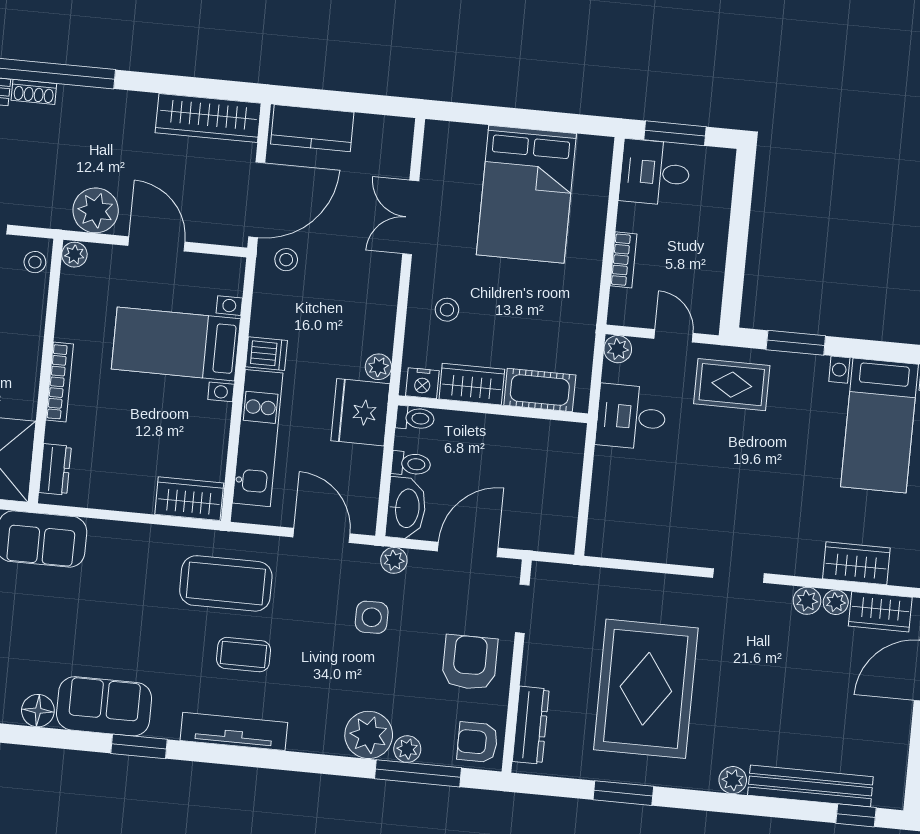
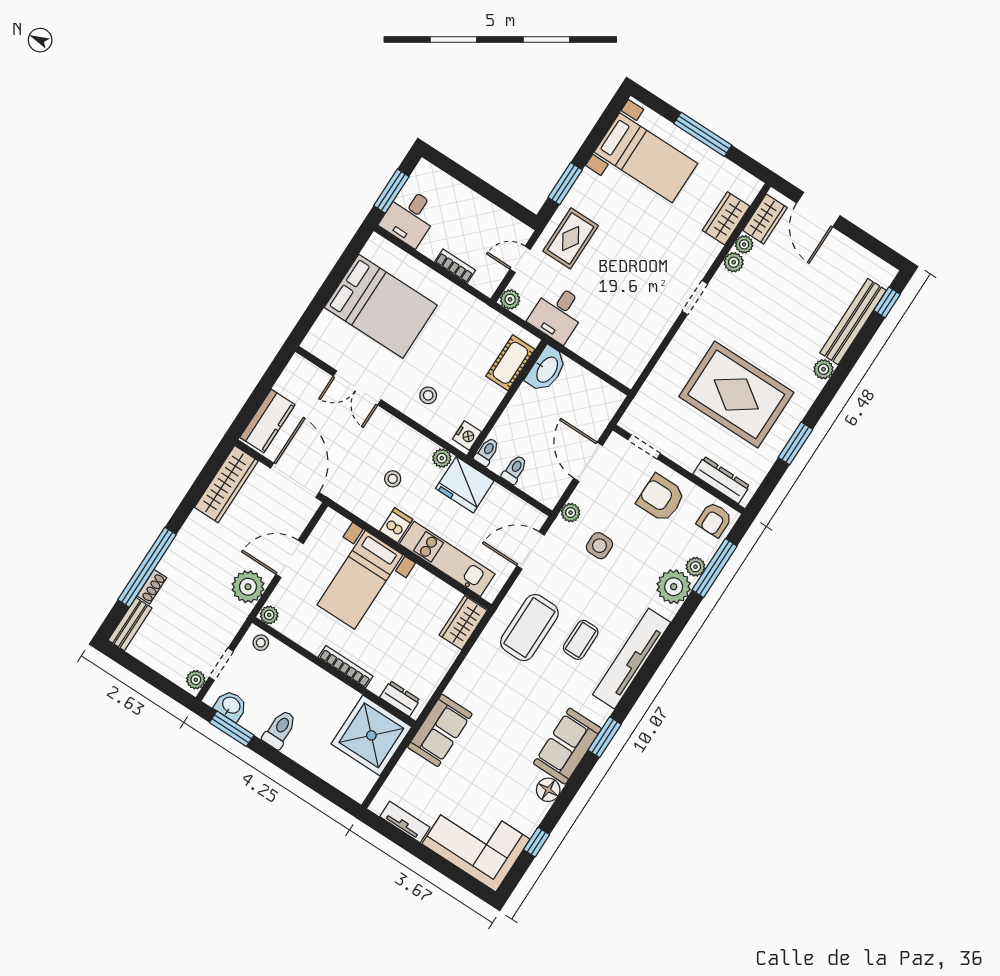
stool: (286, 260) -> (393, 479), moved
wardrobe: (472, 384) -> (484, 404), removed
washbasin: (406, 508) -> (546, 369), moved, turned 90
tv unit: (234, 731) -> (632, 659), width x1.36, depth x1.29

